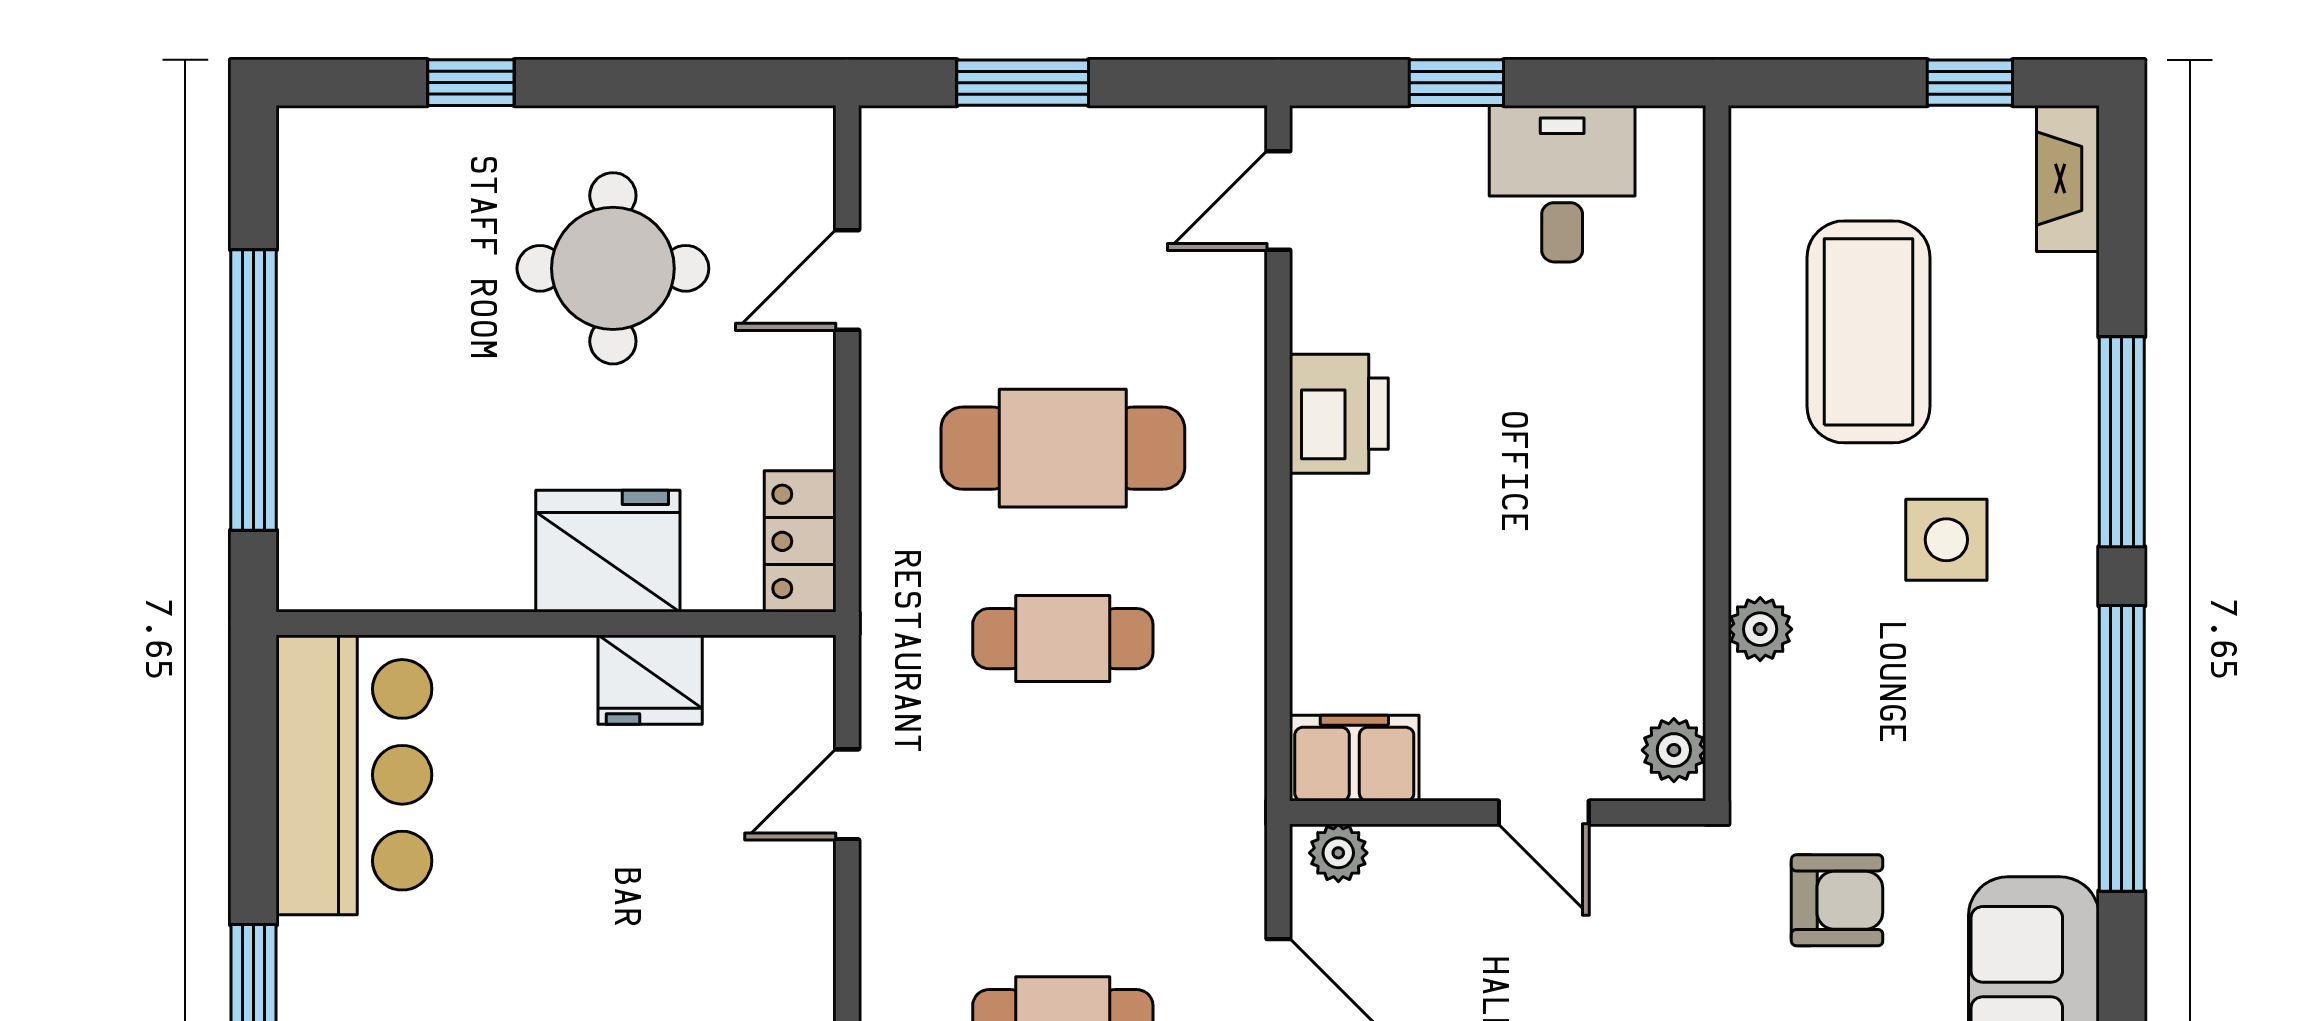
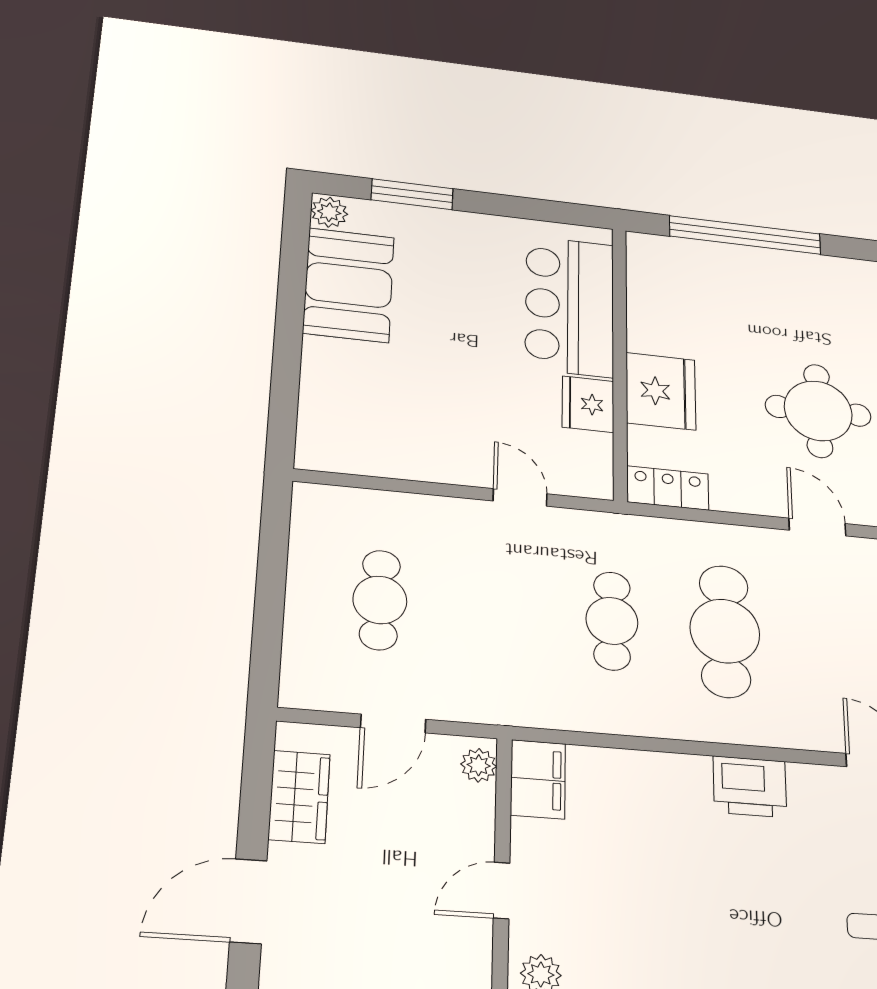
bar counter: (354, 775) -> (570, 306), moved, turned 90

